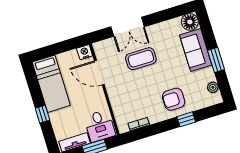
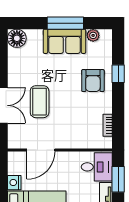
sofa: (196, 50) -> (65, 41), moved
nightstand: (85, 52) -> (14, 183), moved
window: (216, 60) -> (65, 23), width x1.44

